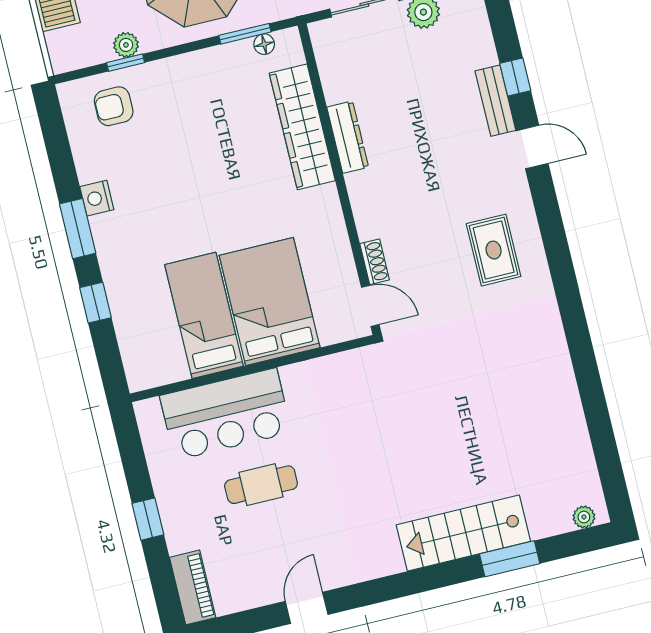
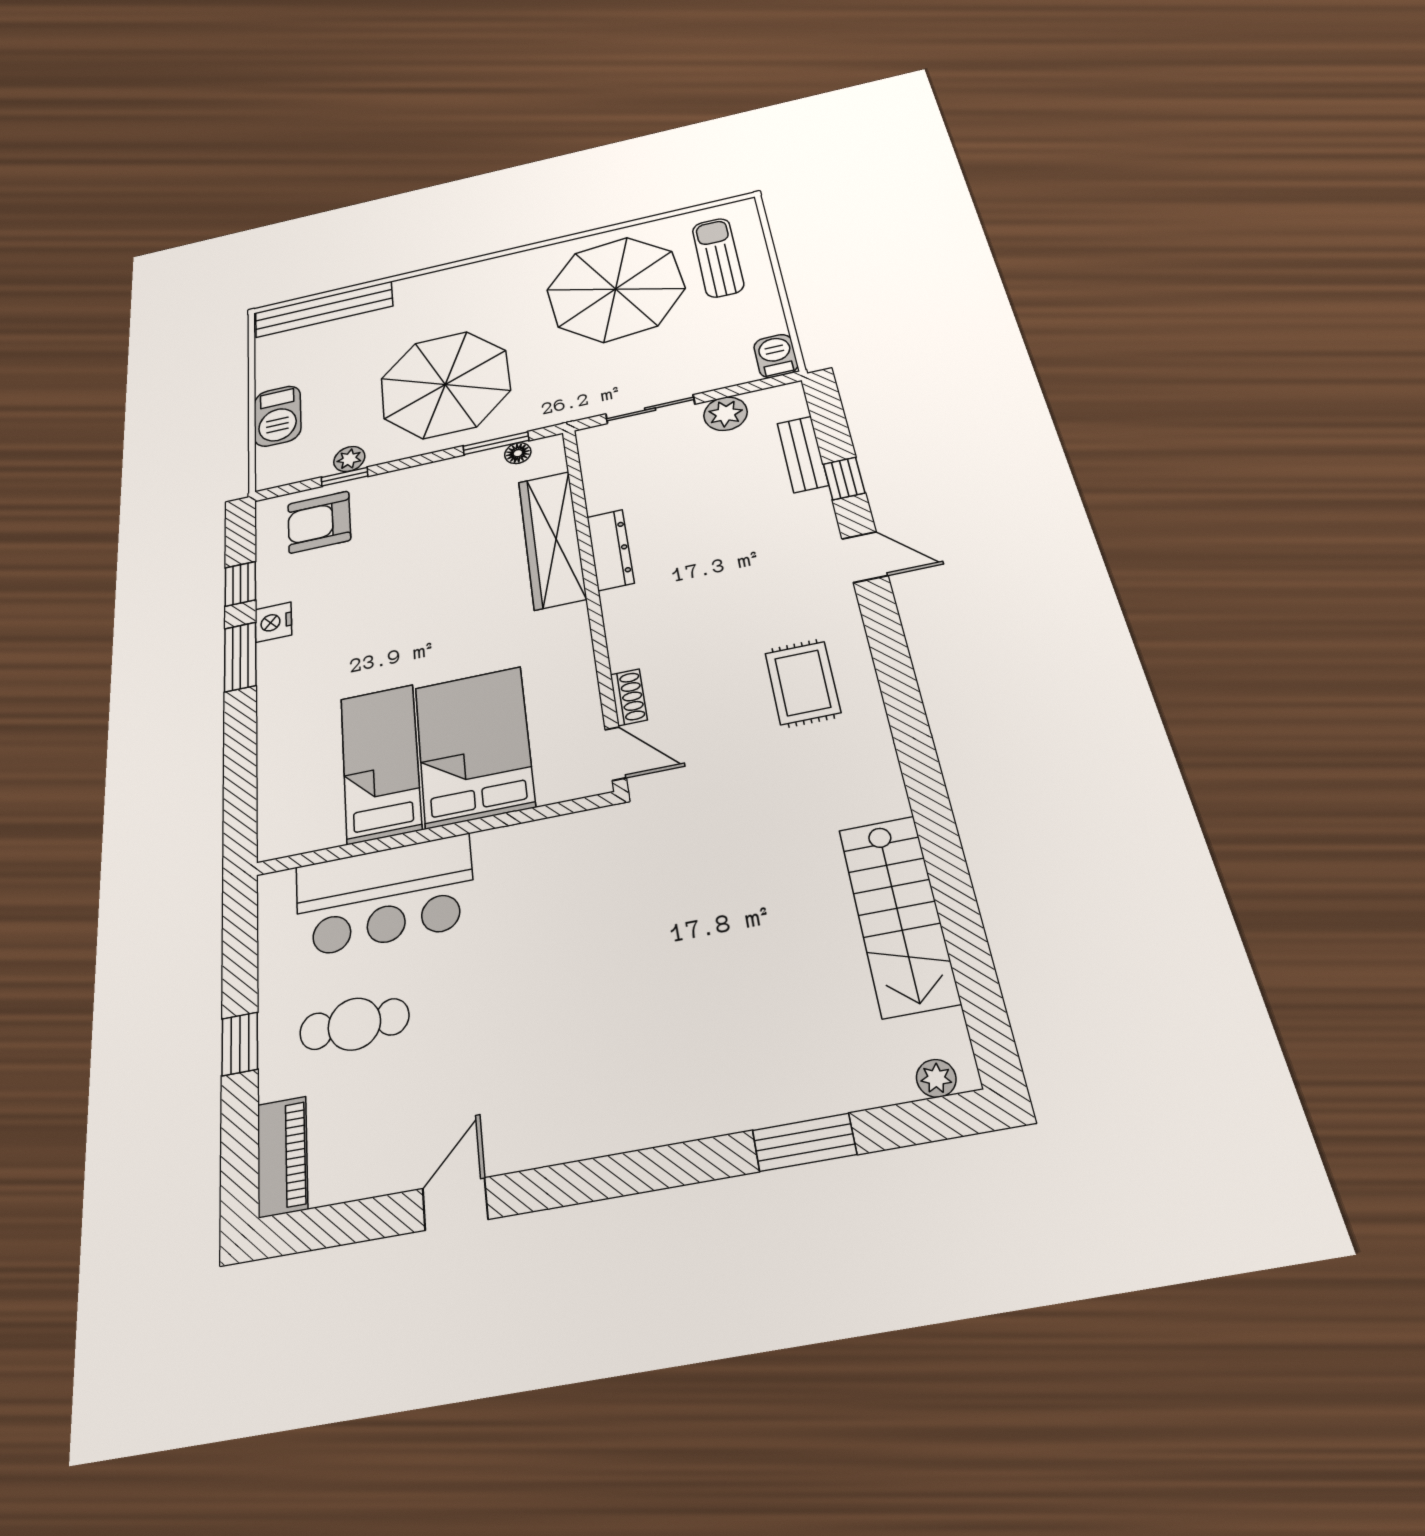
bench: (495, 101) -> (803, 454), moved
armchair: (114, 106) -> (319, 522), width x1.38, depth x1.38
window: (96, 303) -> (240, 584), moved
cafe table: (261, 485) -> (354, 1024), moved
stairs: (463, 533) -> (898, 915), moved, turned -90

